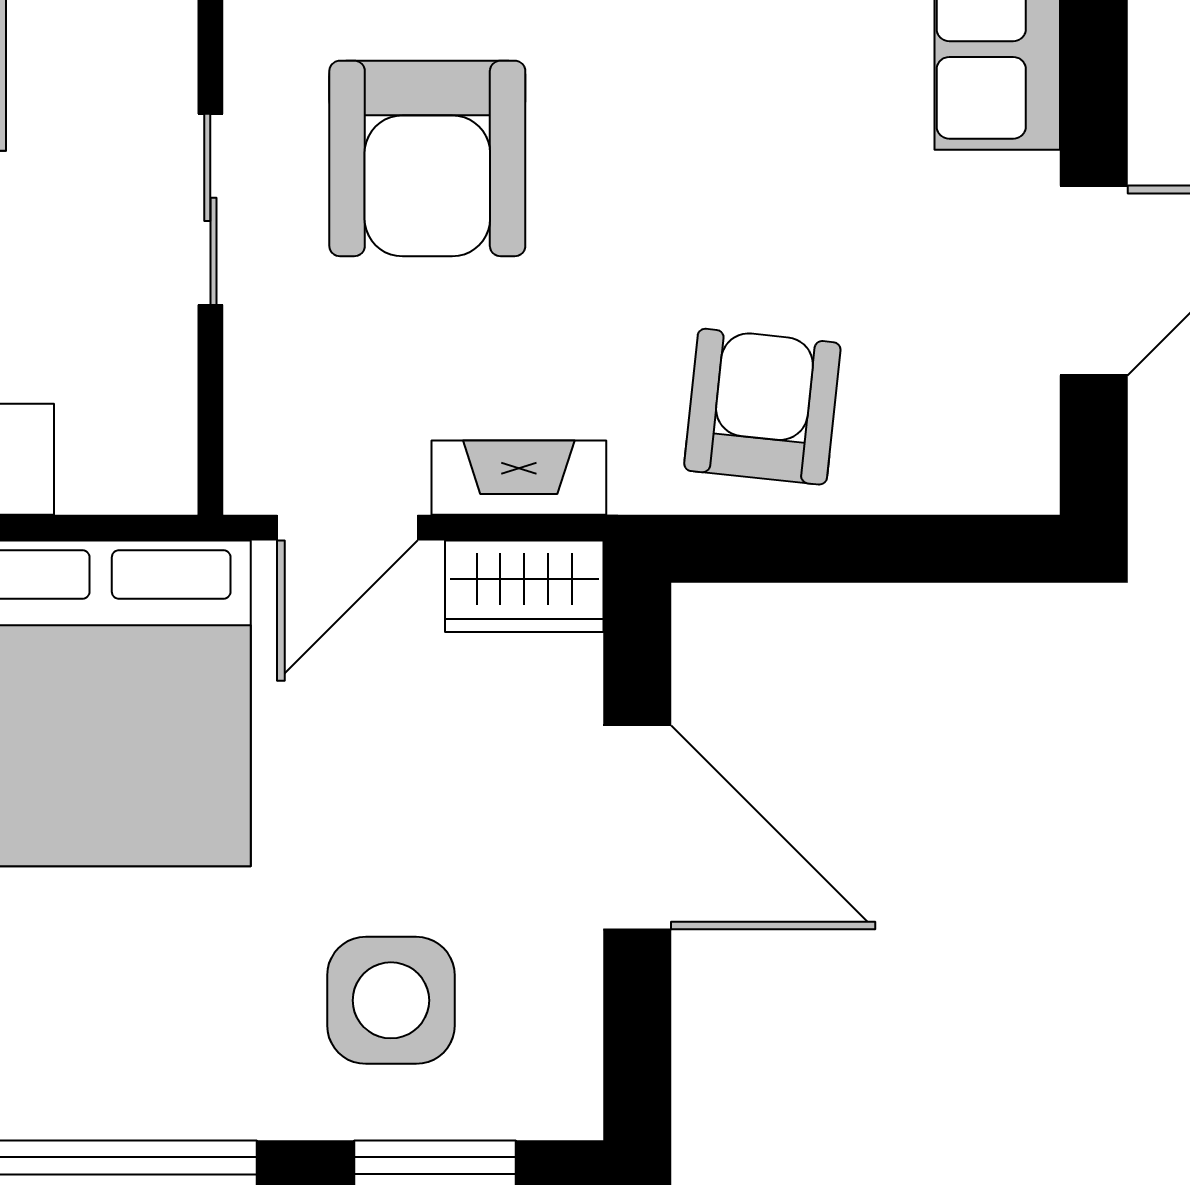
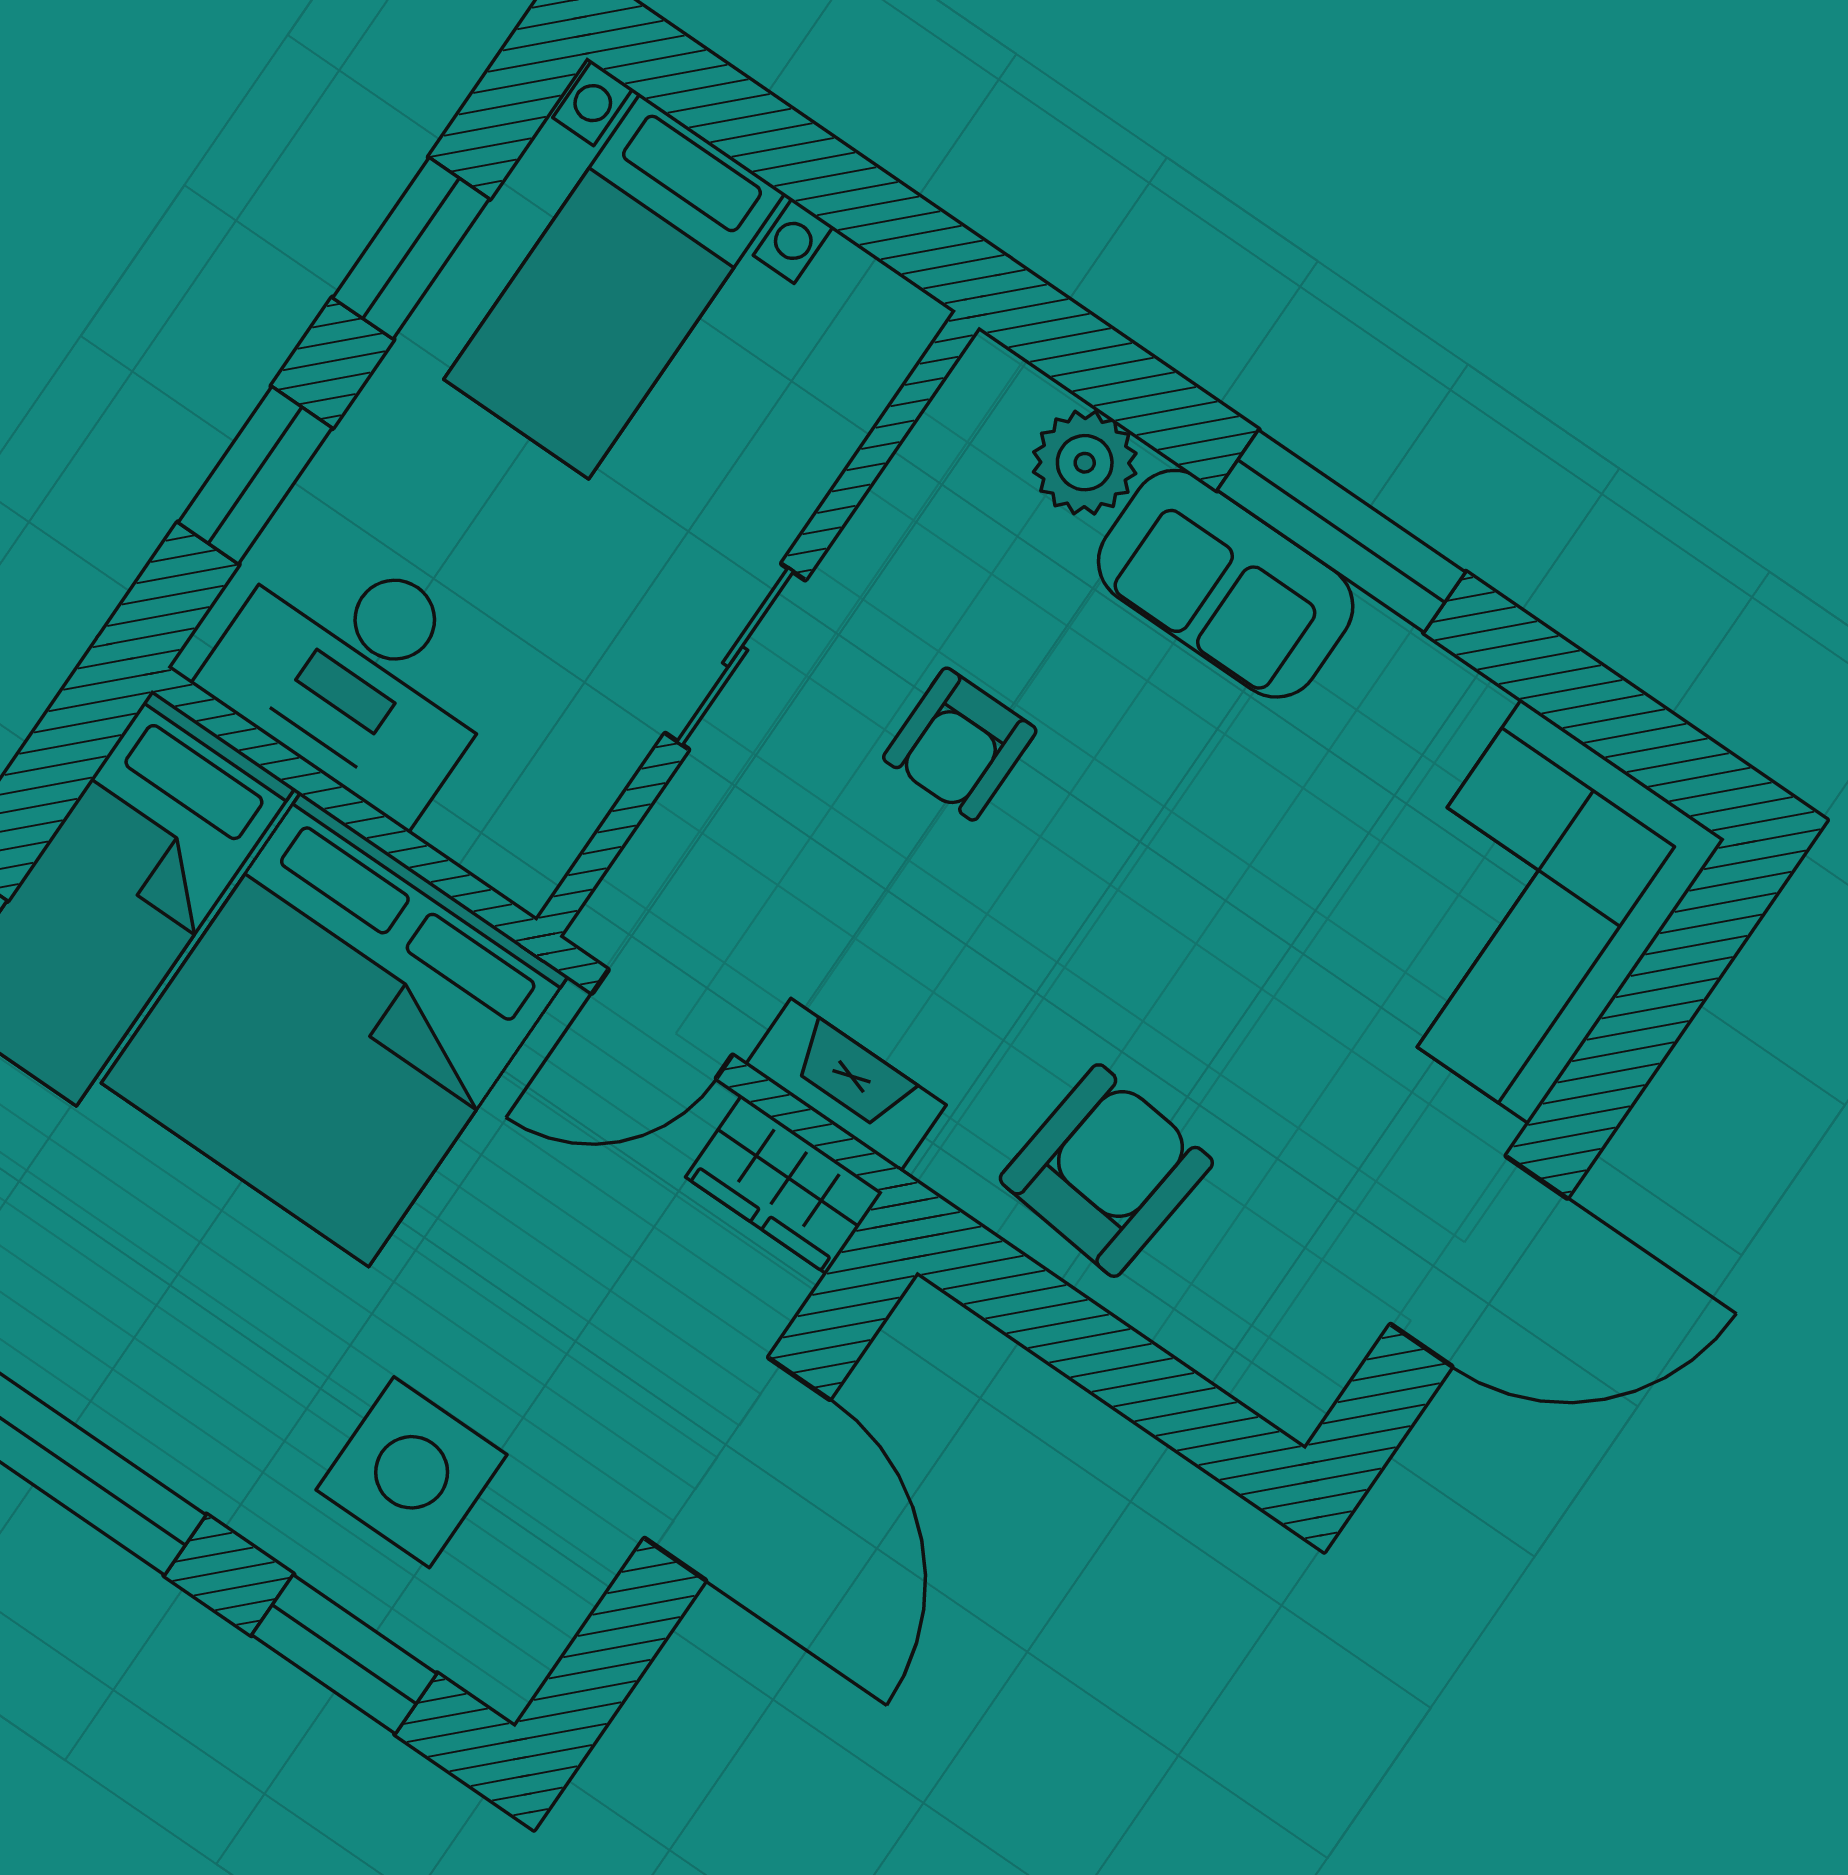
armchair: (427, 158) -> (960, 744), width x0.53, depth x0.53

